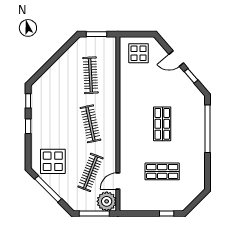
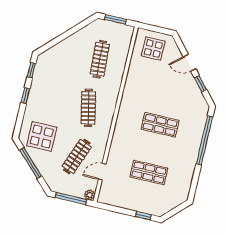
shop shelf: (162, 124) -> (160, 125), turned 90
plant: (107, 201) -> (90, 195), width x0.53, depth x0.53

